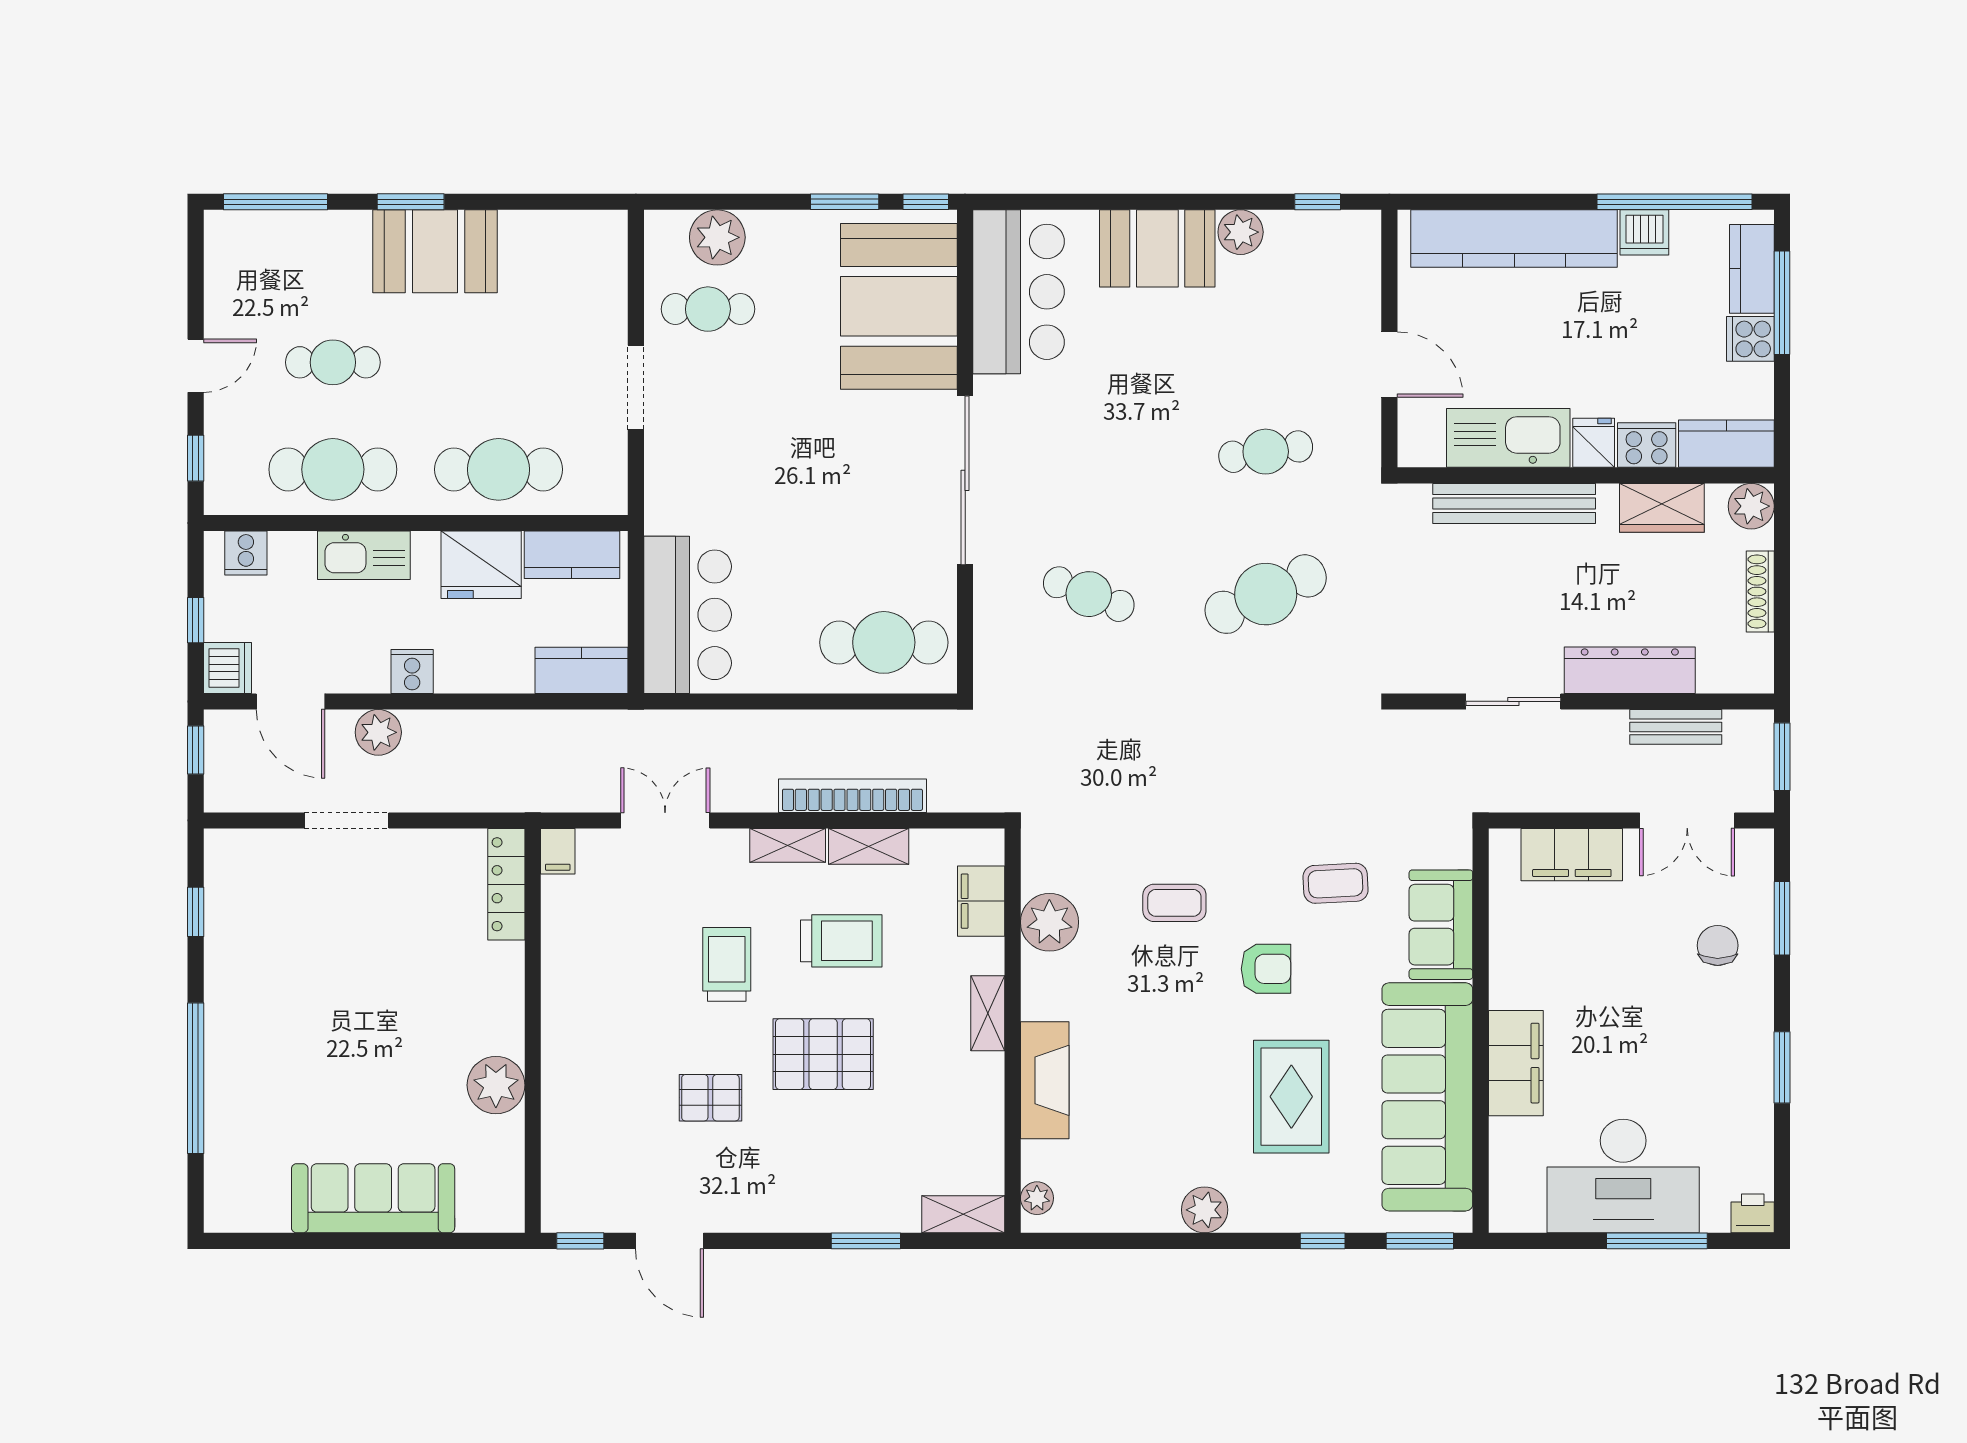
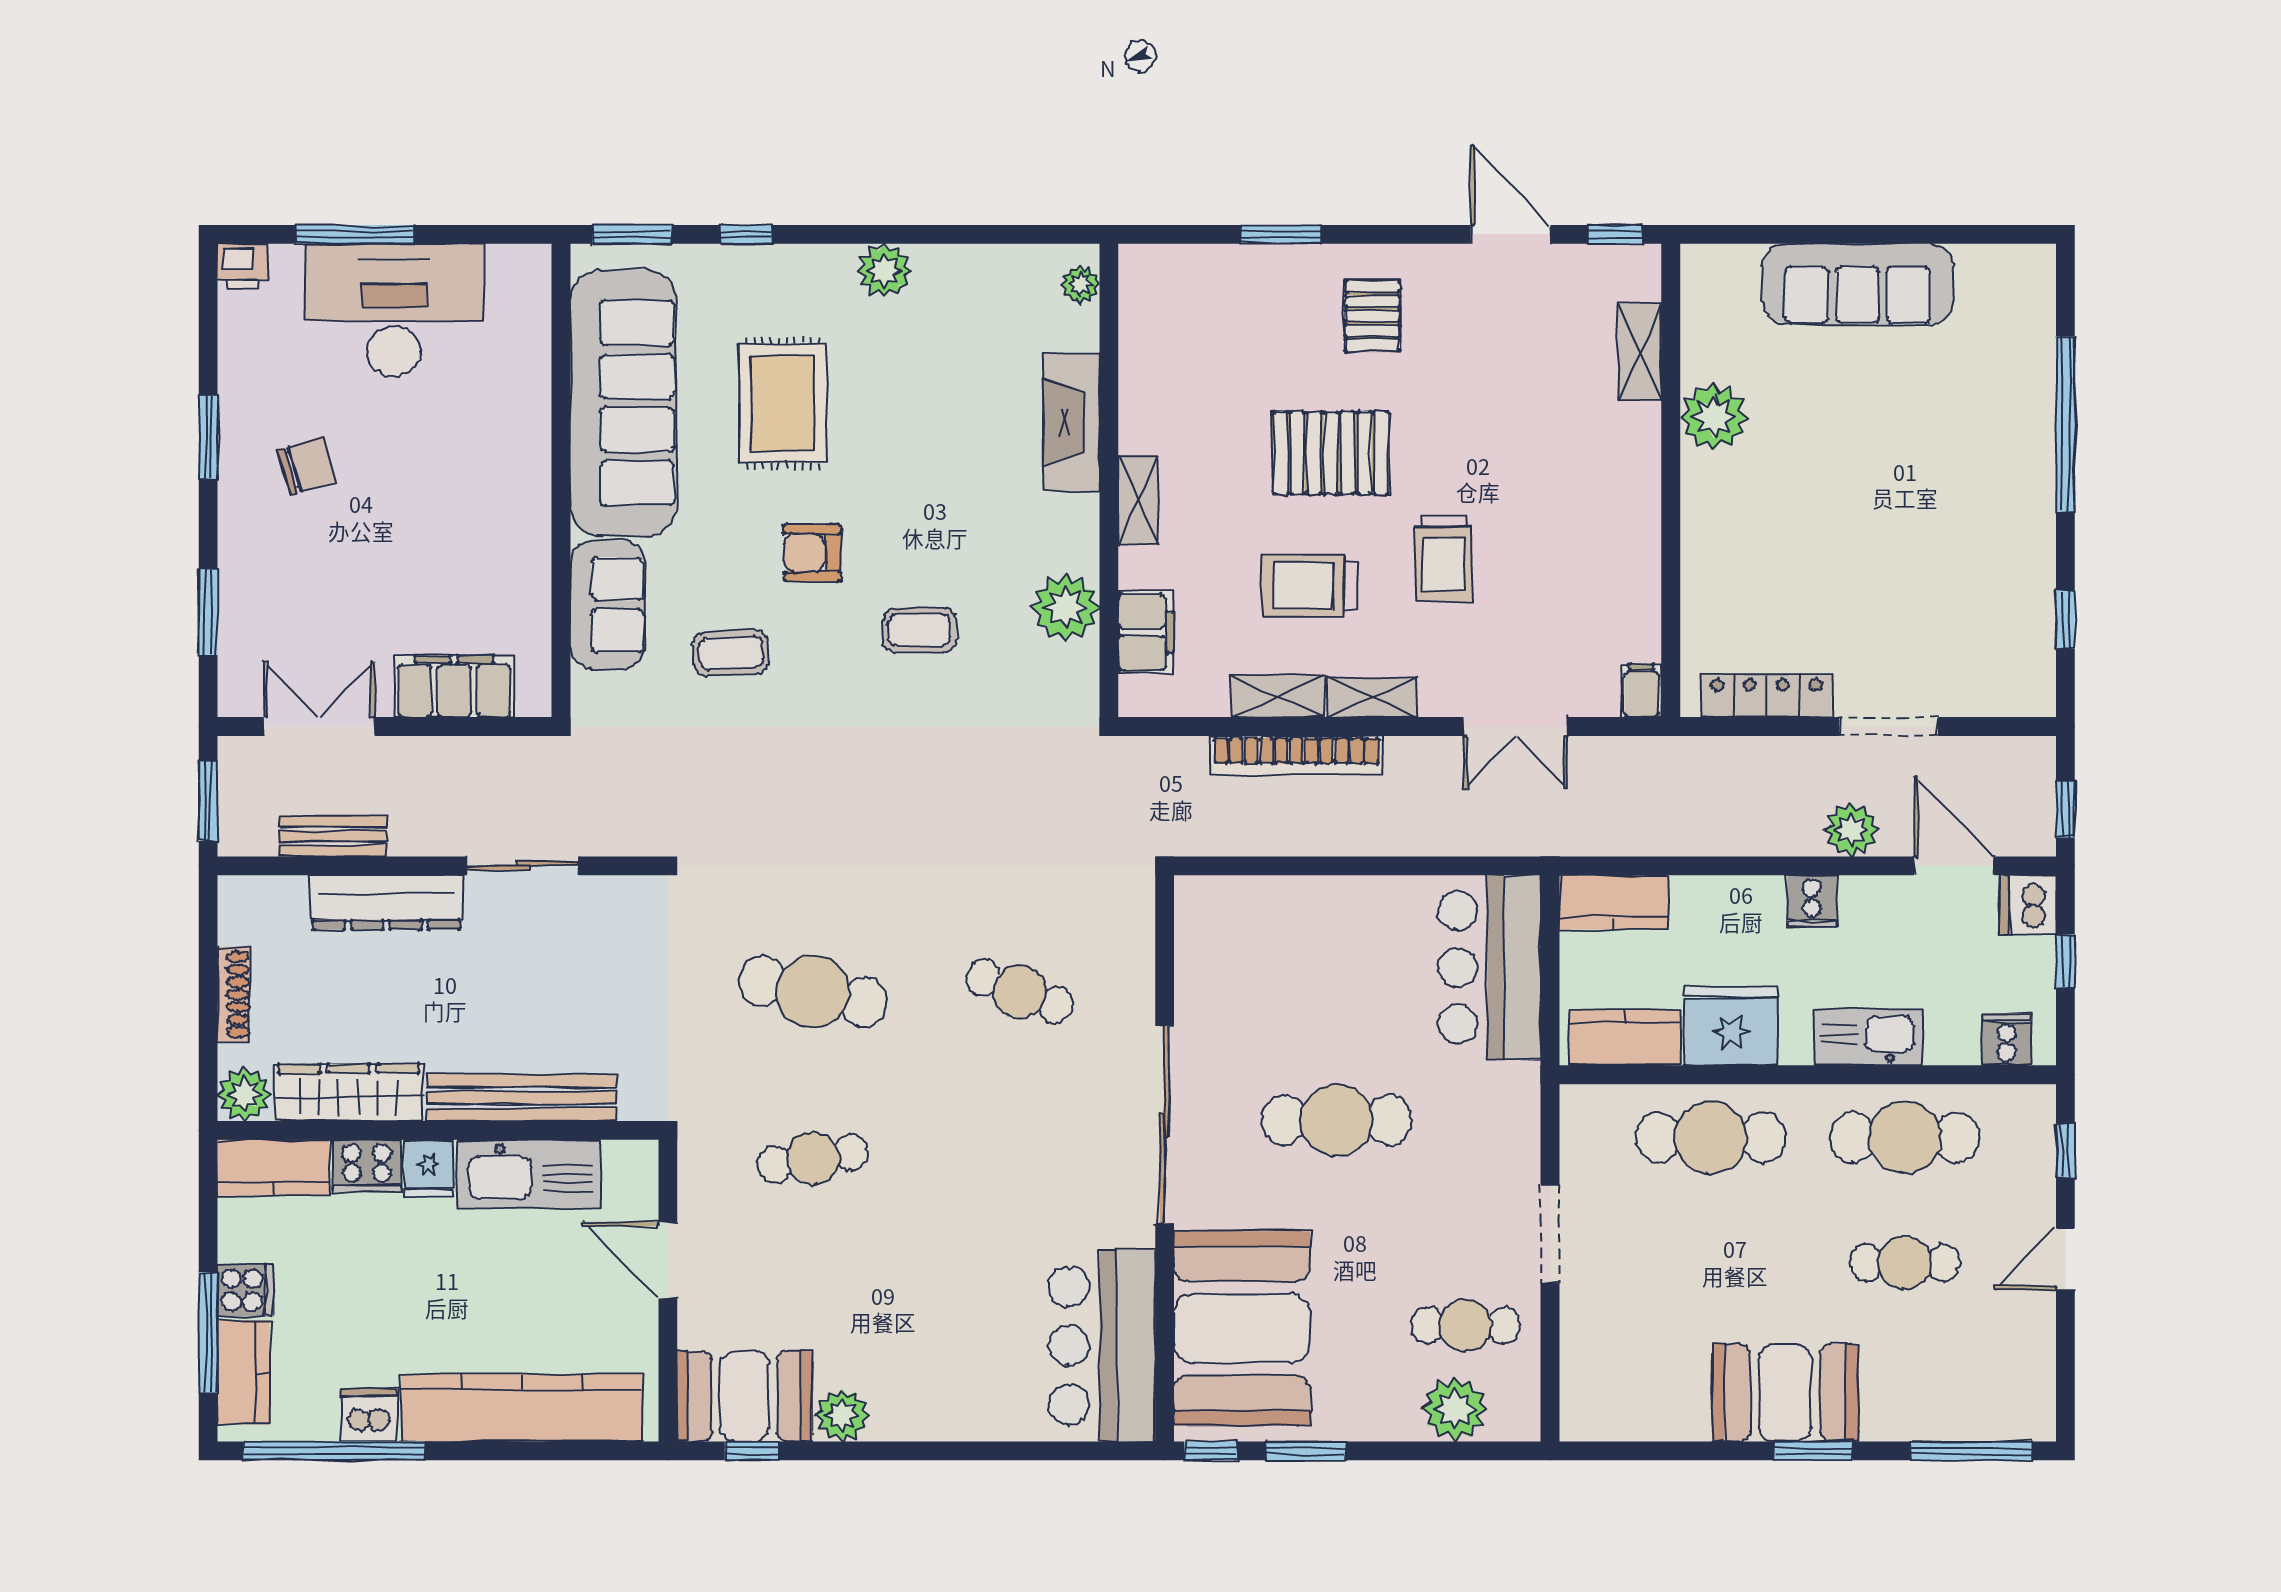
booth: (1157, 248) -> (745, 1396), moved
wardrobe: (1662, 508) -> (349, 1093), width x1.50
cafe table: (1266, 594) -> (813, 992), turned 36
cafe table: (884, 642) -> (1337, 1120), moved
locker: (506, 884) -> (1766, 696), moved, turned -90
chair: (1718, 945) -> (306, 466), moved, turned -107
filing cabinet: (1516, 1063) -> (520, 442), removed
pallet: (710, 1098) -> (1372, 316), moved, turned 90
shelving: (963, 1214) -> (1640, 352), moved, turned 90

